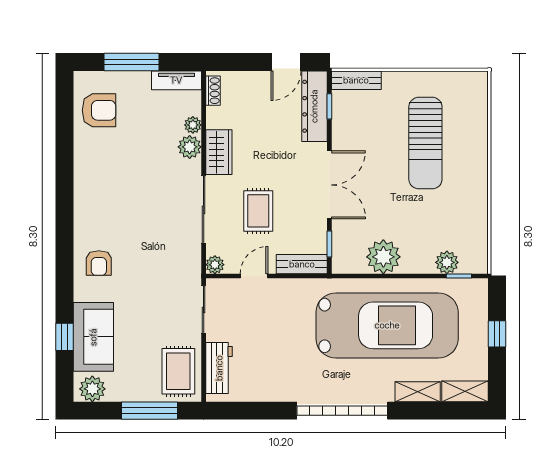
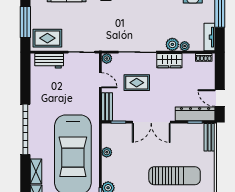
sun lounger: (425, 143) -> (175, 176), turned 180
plant: (383, 257) -> (107, 152), width x0.53, depth x0.53

